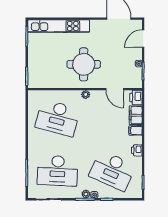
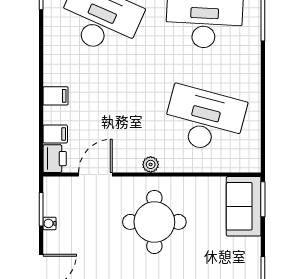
sofa: (37, 73) -> (244, 206), added
door: (115, 89) -> (95, 175), hinge flipped
filing cabinet: (136, 115) -> (55, 134), width x0.50
printer: (137, 150) -> (53, 58), removed

